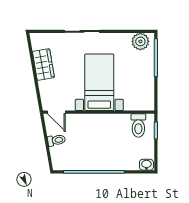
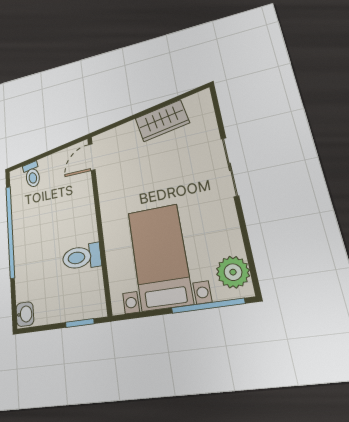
bed with nightstands: (99, 82) -> (160, 257), moved, turned -90
toilet: (138, 125) -> (82, 257), moved
toilet: (56, 140) -> (32, 175), moved

